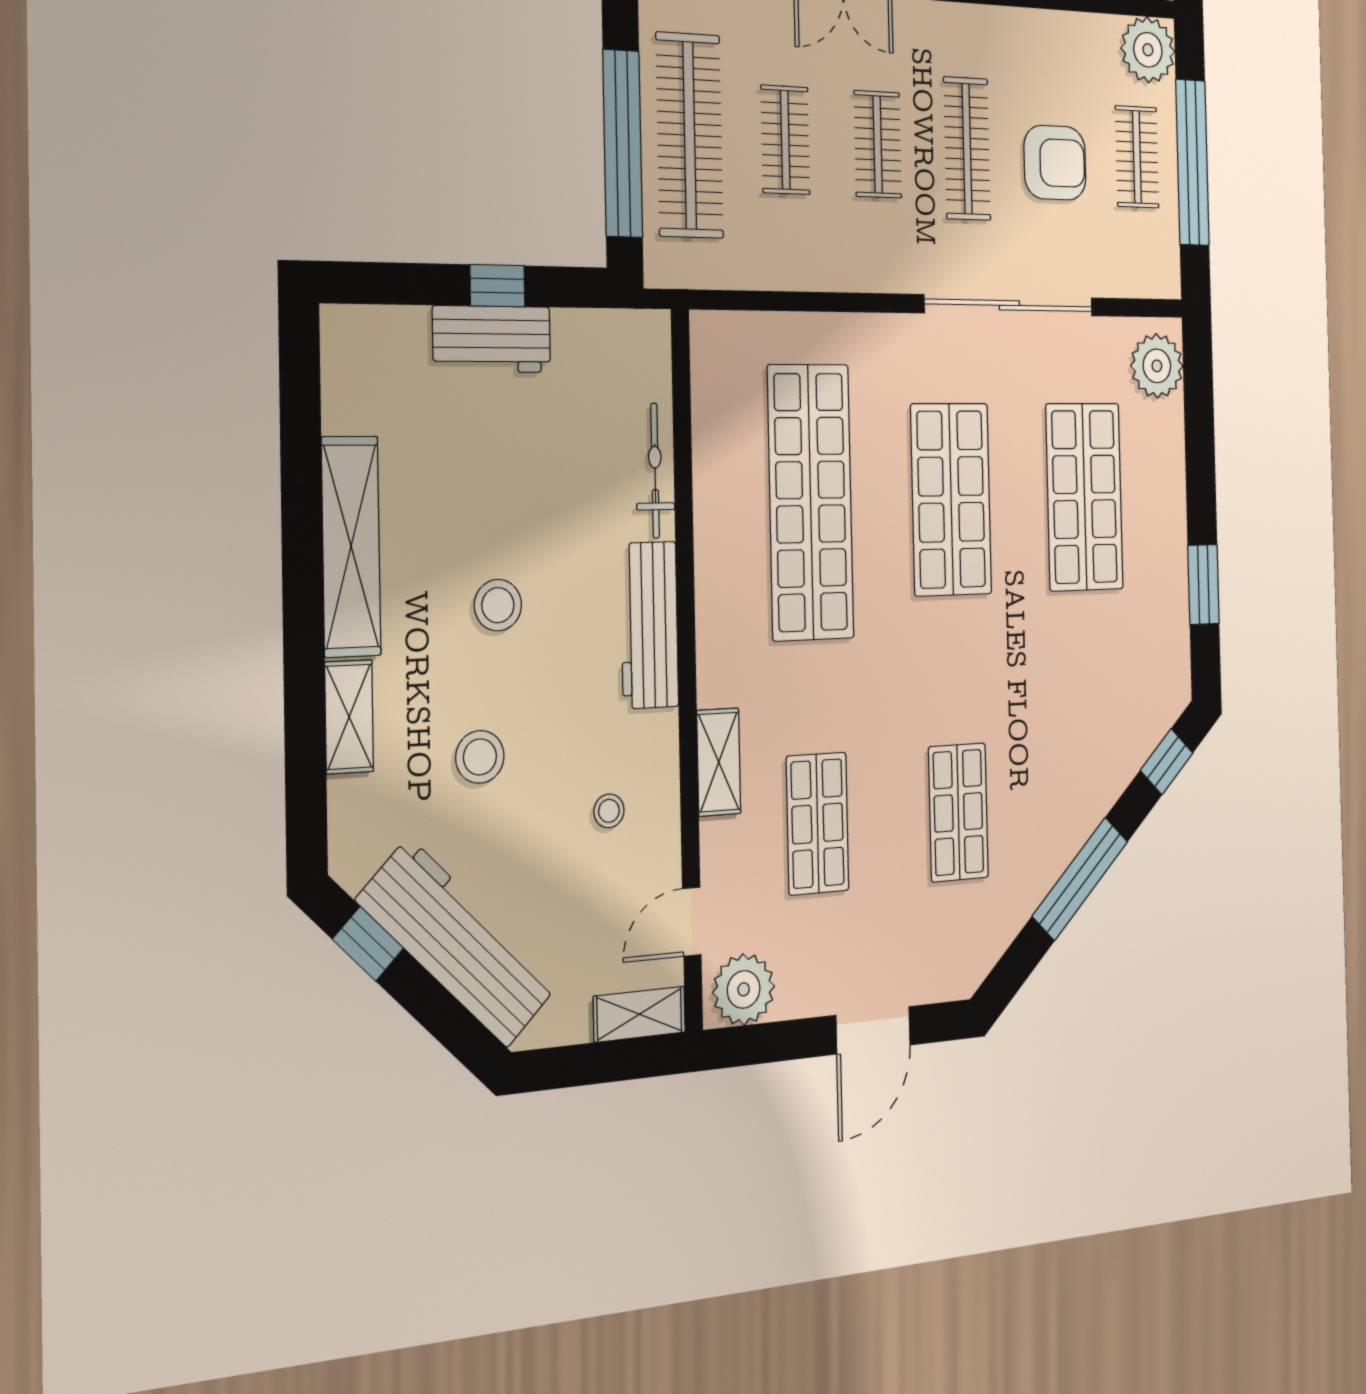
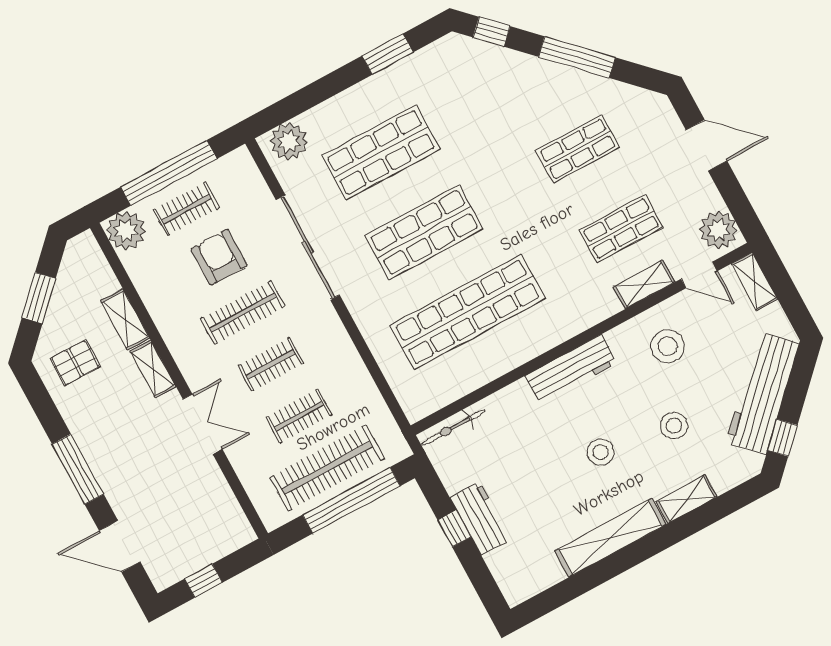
bicycle: (655, 471) -> (453, 427), moved
shelving: (719, 762) -> (644, 284), moved
stool: (609, 811) -> (668, 346), width x1.89, depth x1.89

